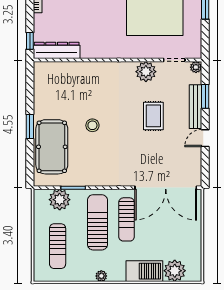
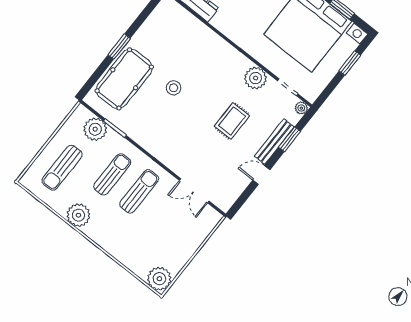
double door: (166, 188) -> (194, 191), width x0.54
sun lounger: (127, 219) -> (139, 191), turned 180
sun lounger: (97, 222) -> (112, 174), width x0.73, depth x0.75
barbecue: (144, 271) -> (120, 248), removed
plant: (175, 271) -> (159, 279), moved
plant: (101, 276) -> (78, 215), width x1.88, depth x1.88

